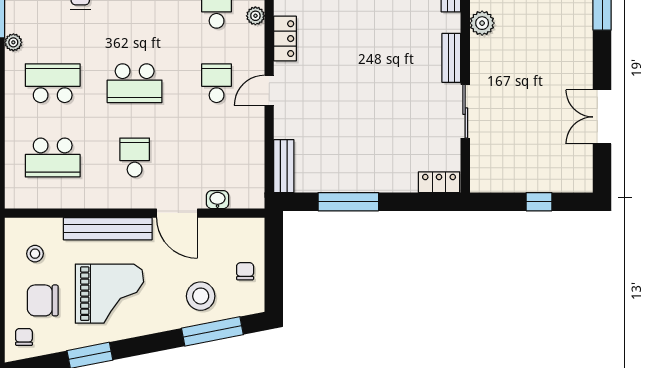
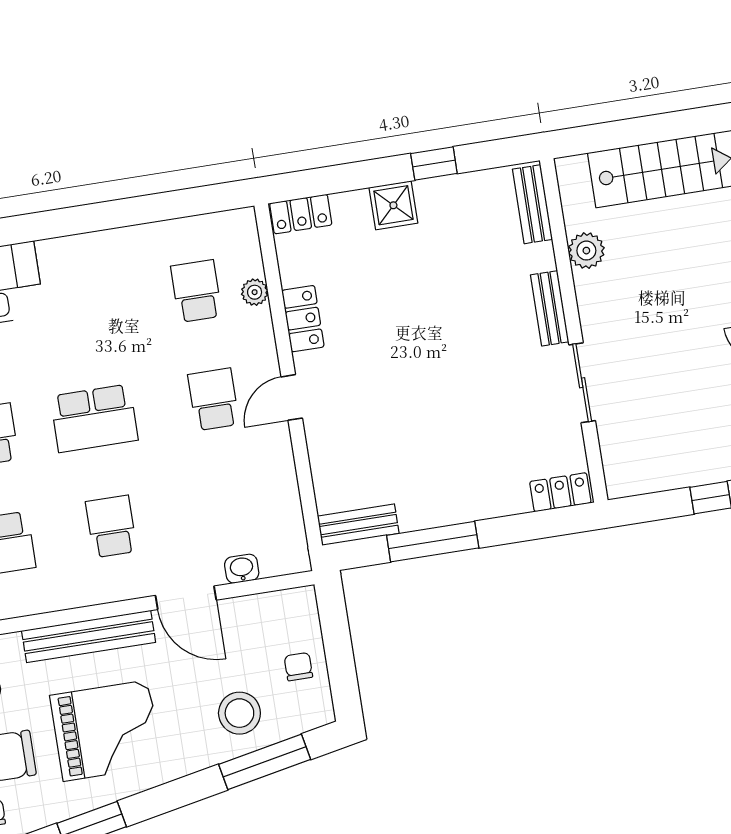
bench: (284, 166) -> (358, 525), moved, turned 90

